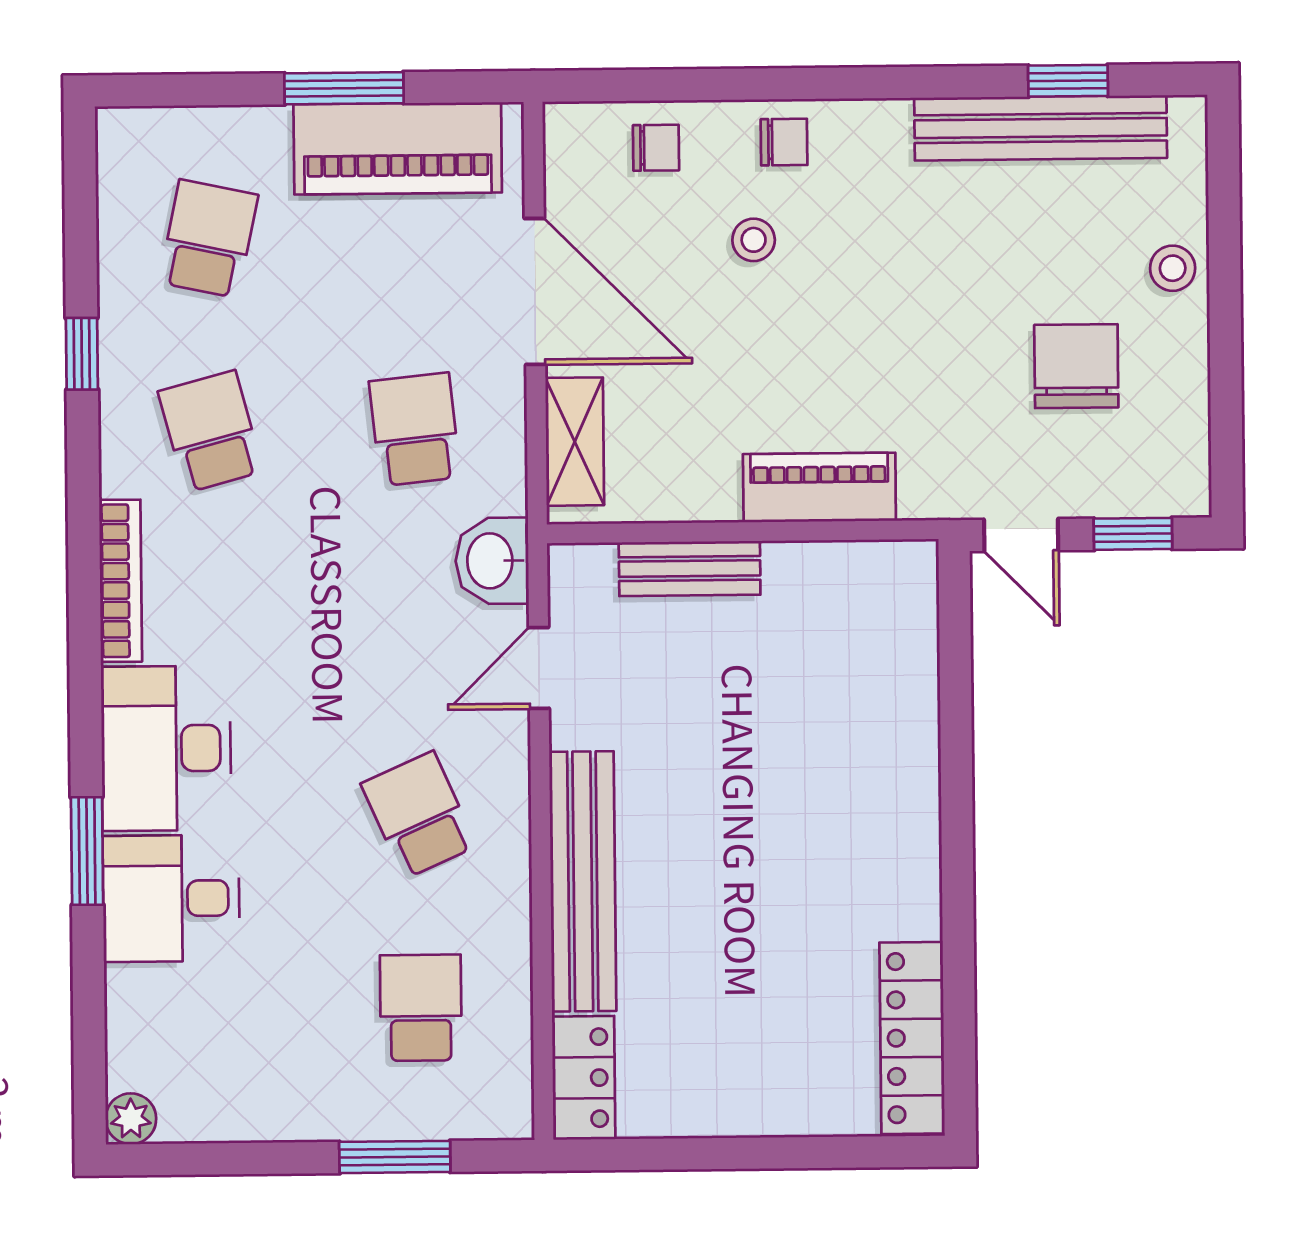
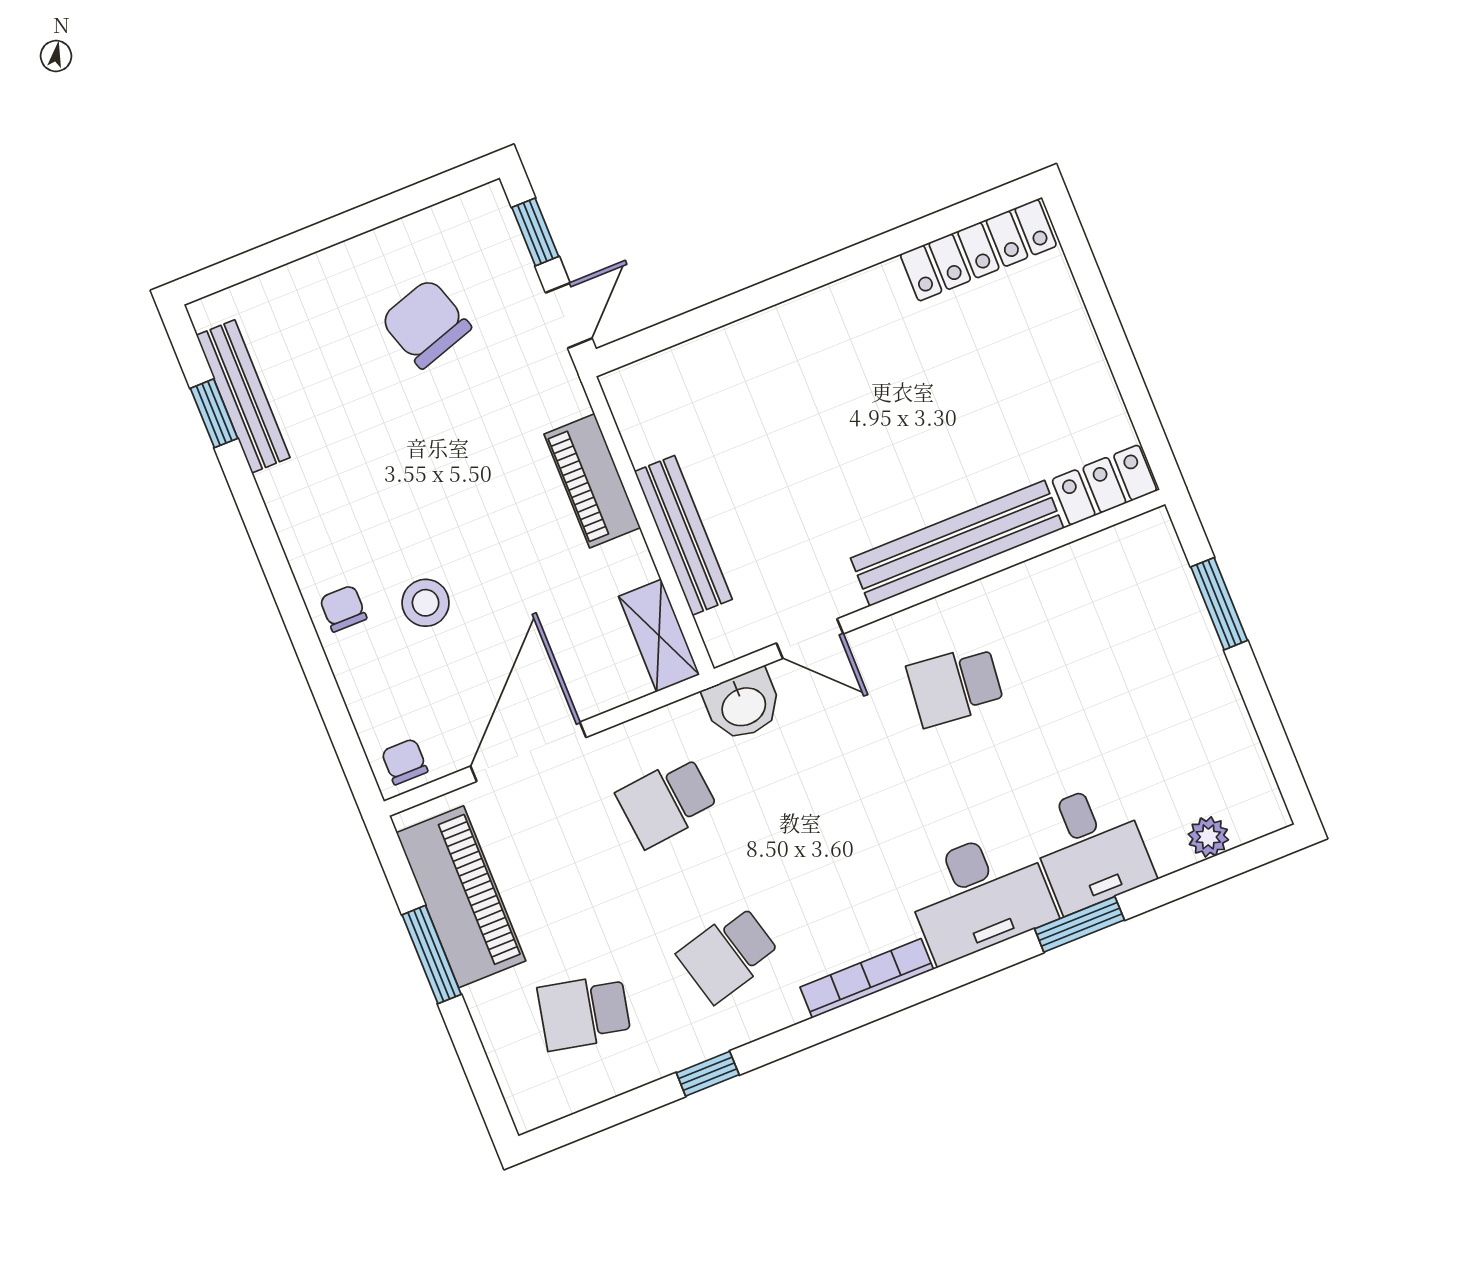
bench: (1041, 128) -> (243, 396), width x0.73, depth x0.82
chair: (656, 148) -> (405, 762), moved
stool: (754, 240) -> (426, 603), width x1.37, depth x1.37
stool: (1173, 268) -> (324, 280), removed
chair: (1076, 366) -> (426, 323), turned 72
shelving: (575, 442) -> (659, 636), moved, turned 90
bench: (690, 569) -> (683, 535), width x1.36
school desk: (419, 815) -> (955, 686), turned 30
school desk: (421, 1008) -> (1099, 628), removed
plant: (131, 1119) -> (1208, 837), moved

